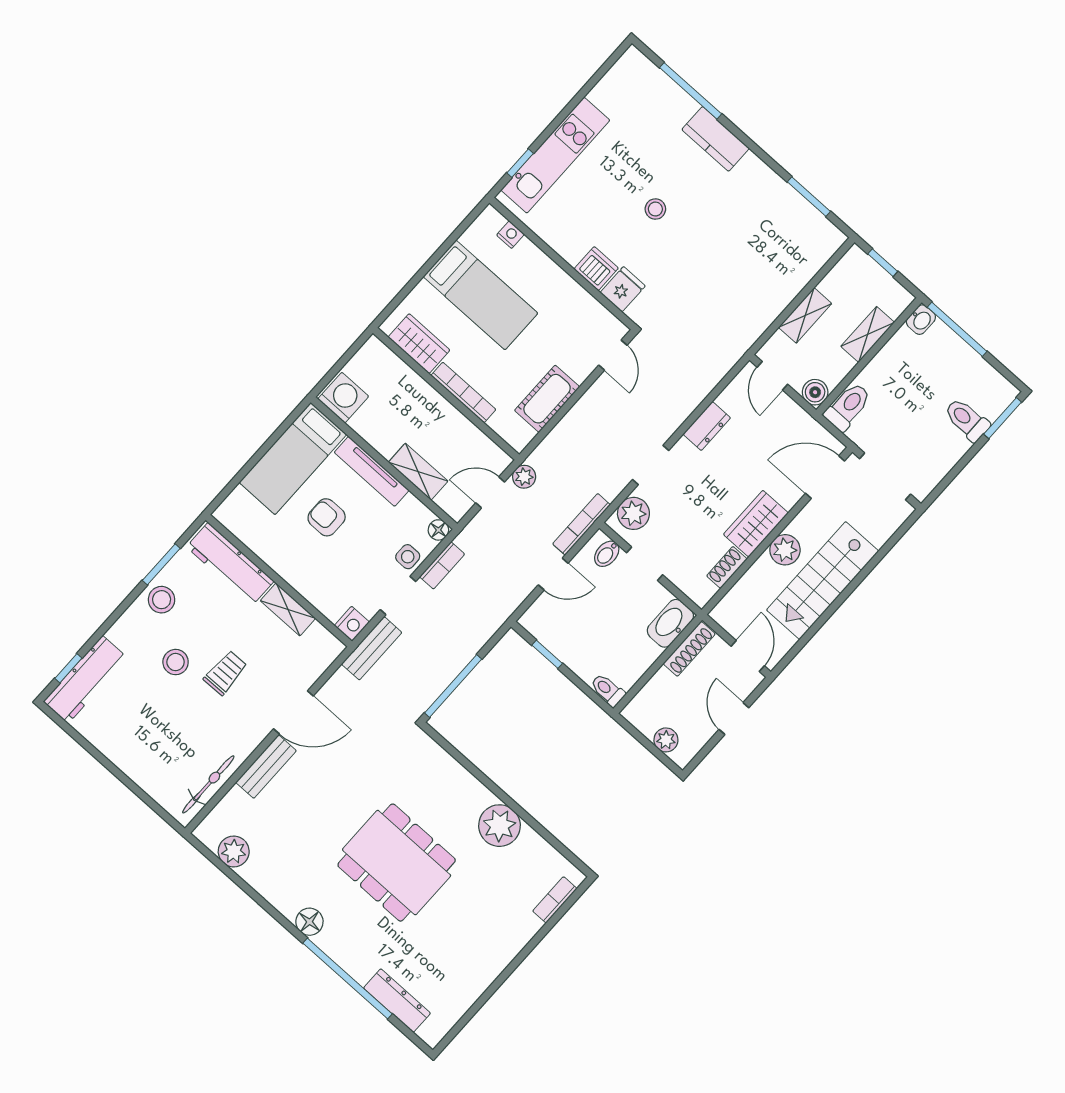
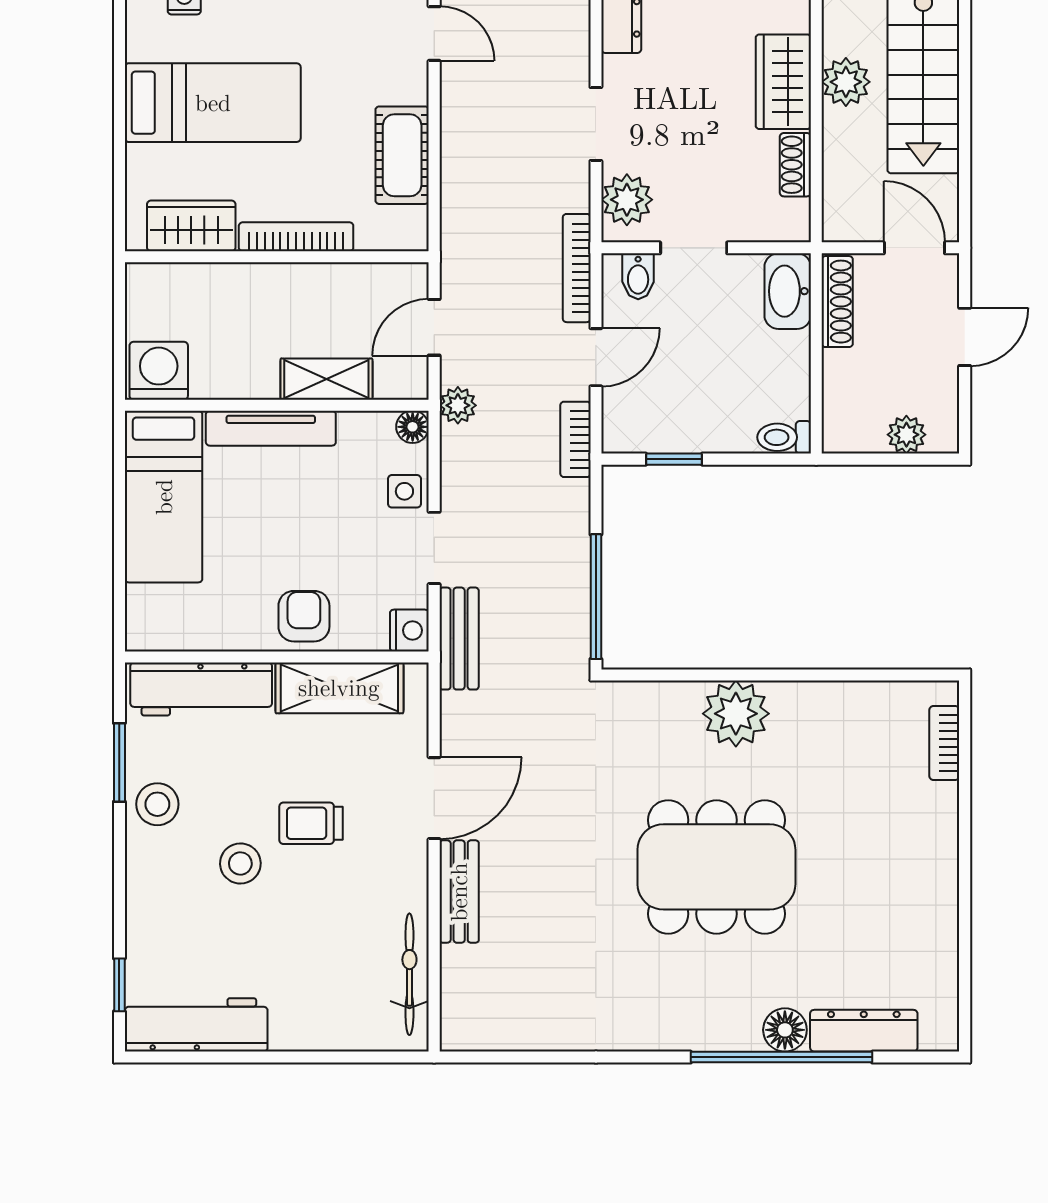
plant: (524, 477) -> (458, 405), moved
armchair: (327, 517) -> (304, 616), moved, turned 90
bookcase: (442, 565) -> (575, 439), moved, turned 180
shelving: (288, 609) -> (339, 688), width x1.50, depth x1.33
trolley: (225, 673) -> (311, 823), turned -89
workbench: (85, 680) -> (196, 1025), moved, turned -90
door: (734, 719) -> (965, 337), swing flipped
plant: (499, 826) -> (736, 714), moved
plant: (234, 851) -> (511, 1027), removed
floor lamp: (309, 922) -> (785, 1030), moved

